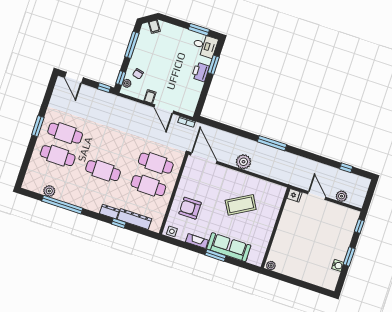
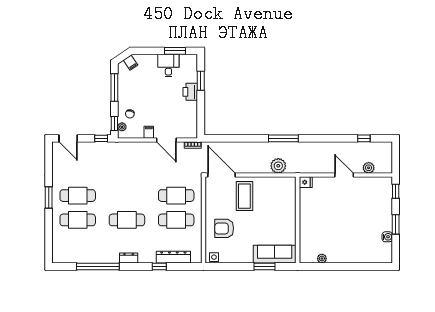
desk: (205, 46) -> (168, 66), moved, turned -90
plant: (244, 162) -> (278, 166), moved
plant: (49, 191) -> (81, 257), removed
fridge: (294, 195) -> (306, 182), moved
coffee table: (241, 205) -> (244, 196), moved, turned -60
dresser: (109, 212) -> (129, 258), moved
wall: (275, 228) -> (298, 220), moved
fireplace: (197, 241) -> (242, 259), removed

